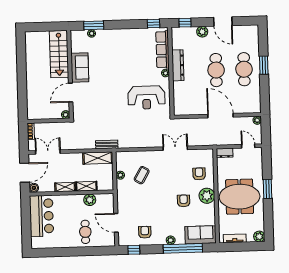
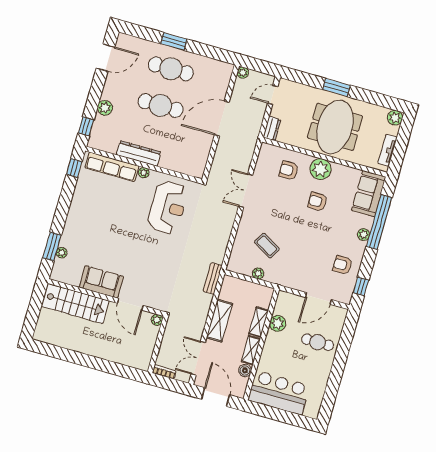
door: (223, 21) -> (105, 58), moved
shelving: (98, 158) -> (219, 321), moved
boiler: (34, 188) -> (245, 370), moved

